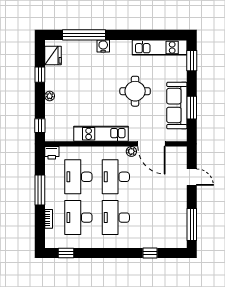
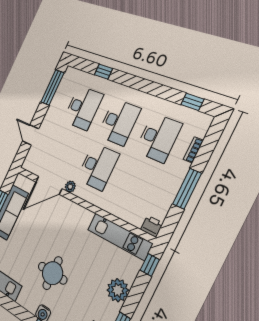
round table: (135, 91) -> (53, 273), moved
plant: (50, 96) -> (118, 290), width x1.88, depth x1.88
kitchen unit: (101, 134) -> (119, 236), moved
door: (151, 144) -> (49, 185), swing flipped
desk: (78, 177) -> (83, 108), moved

